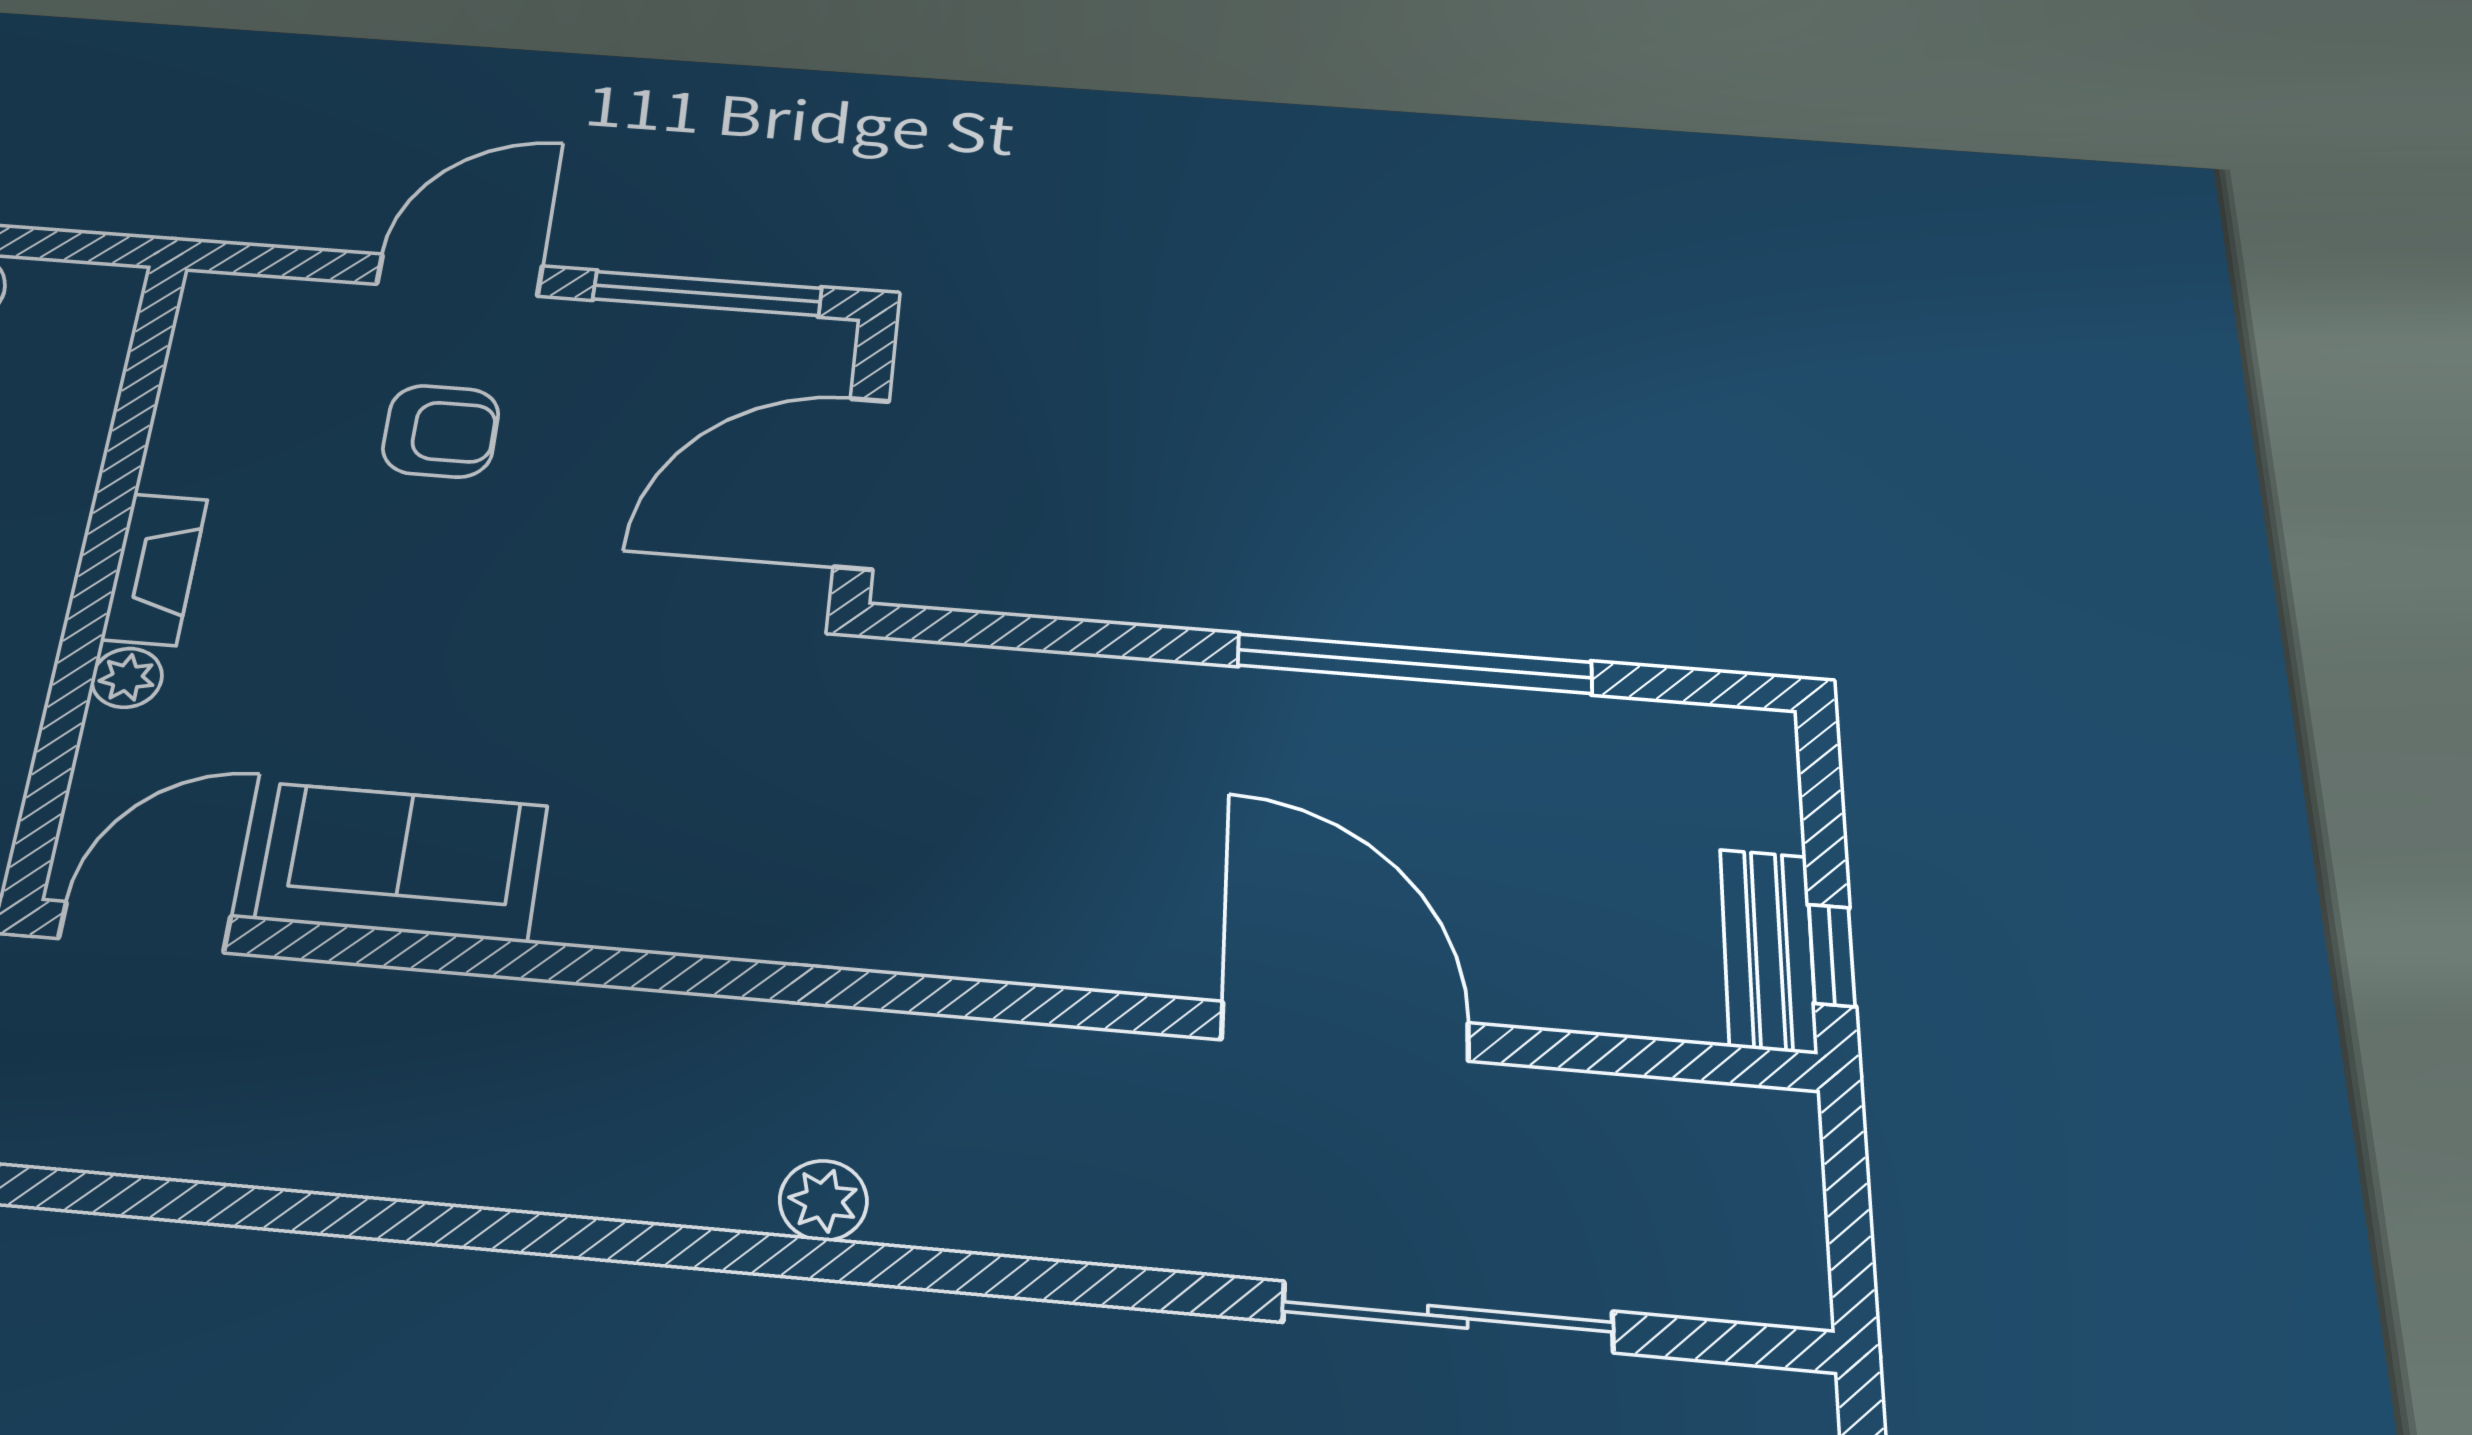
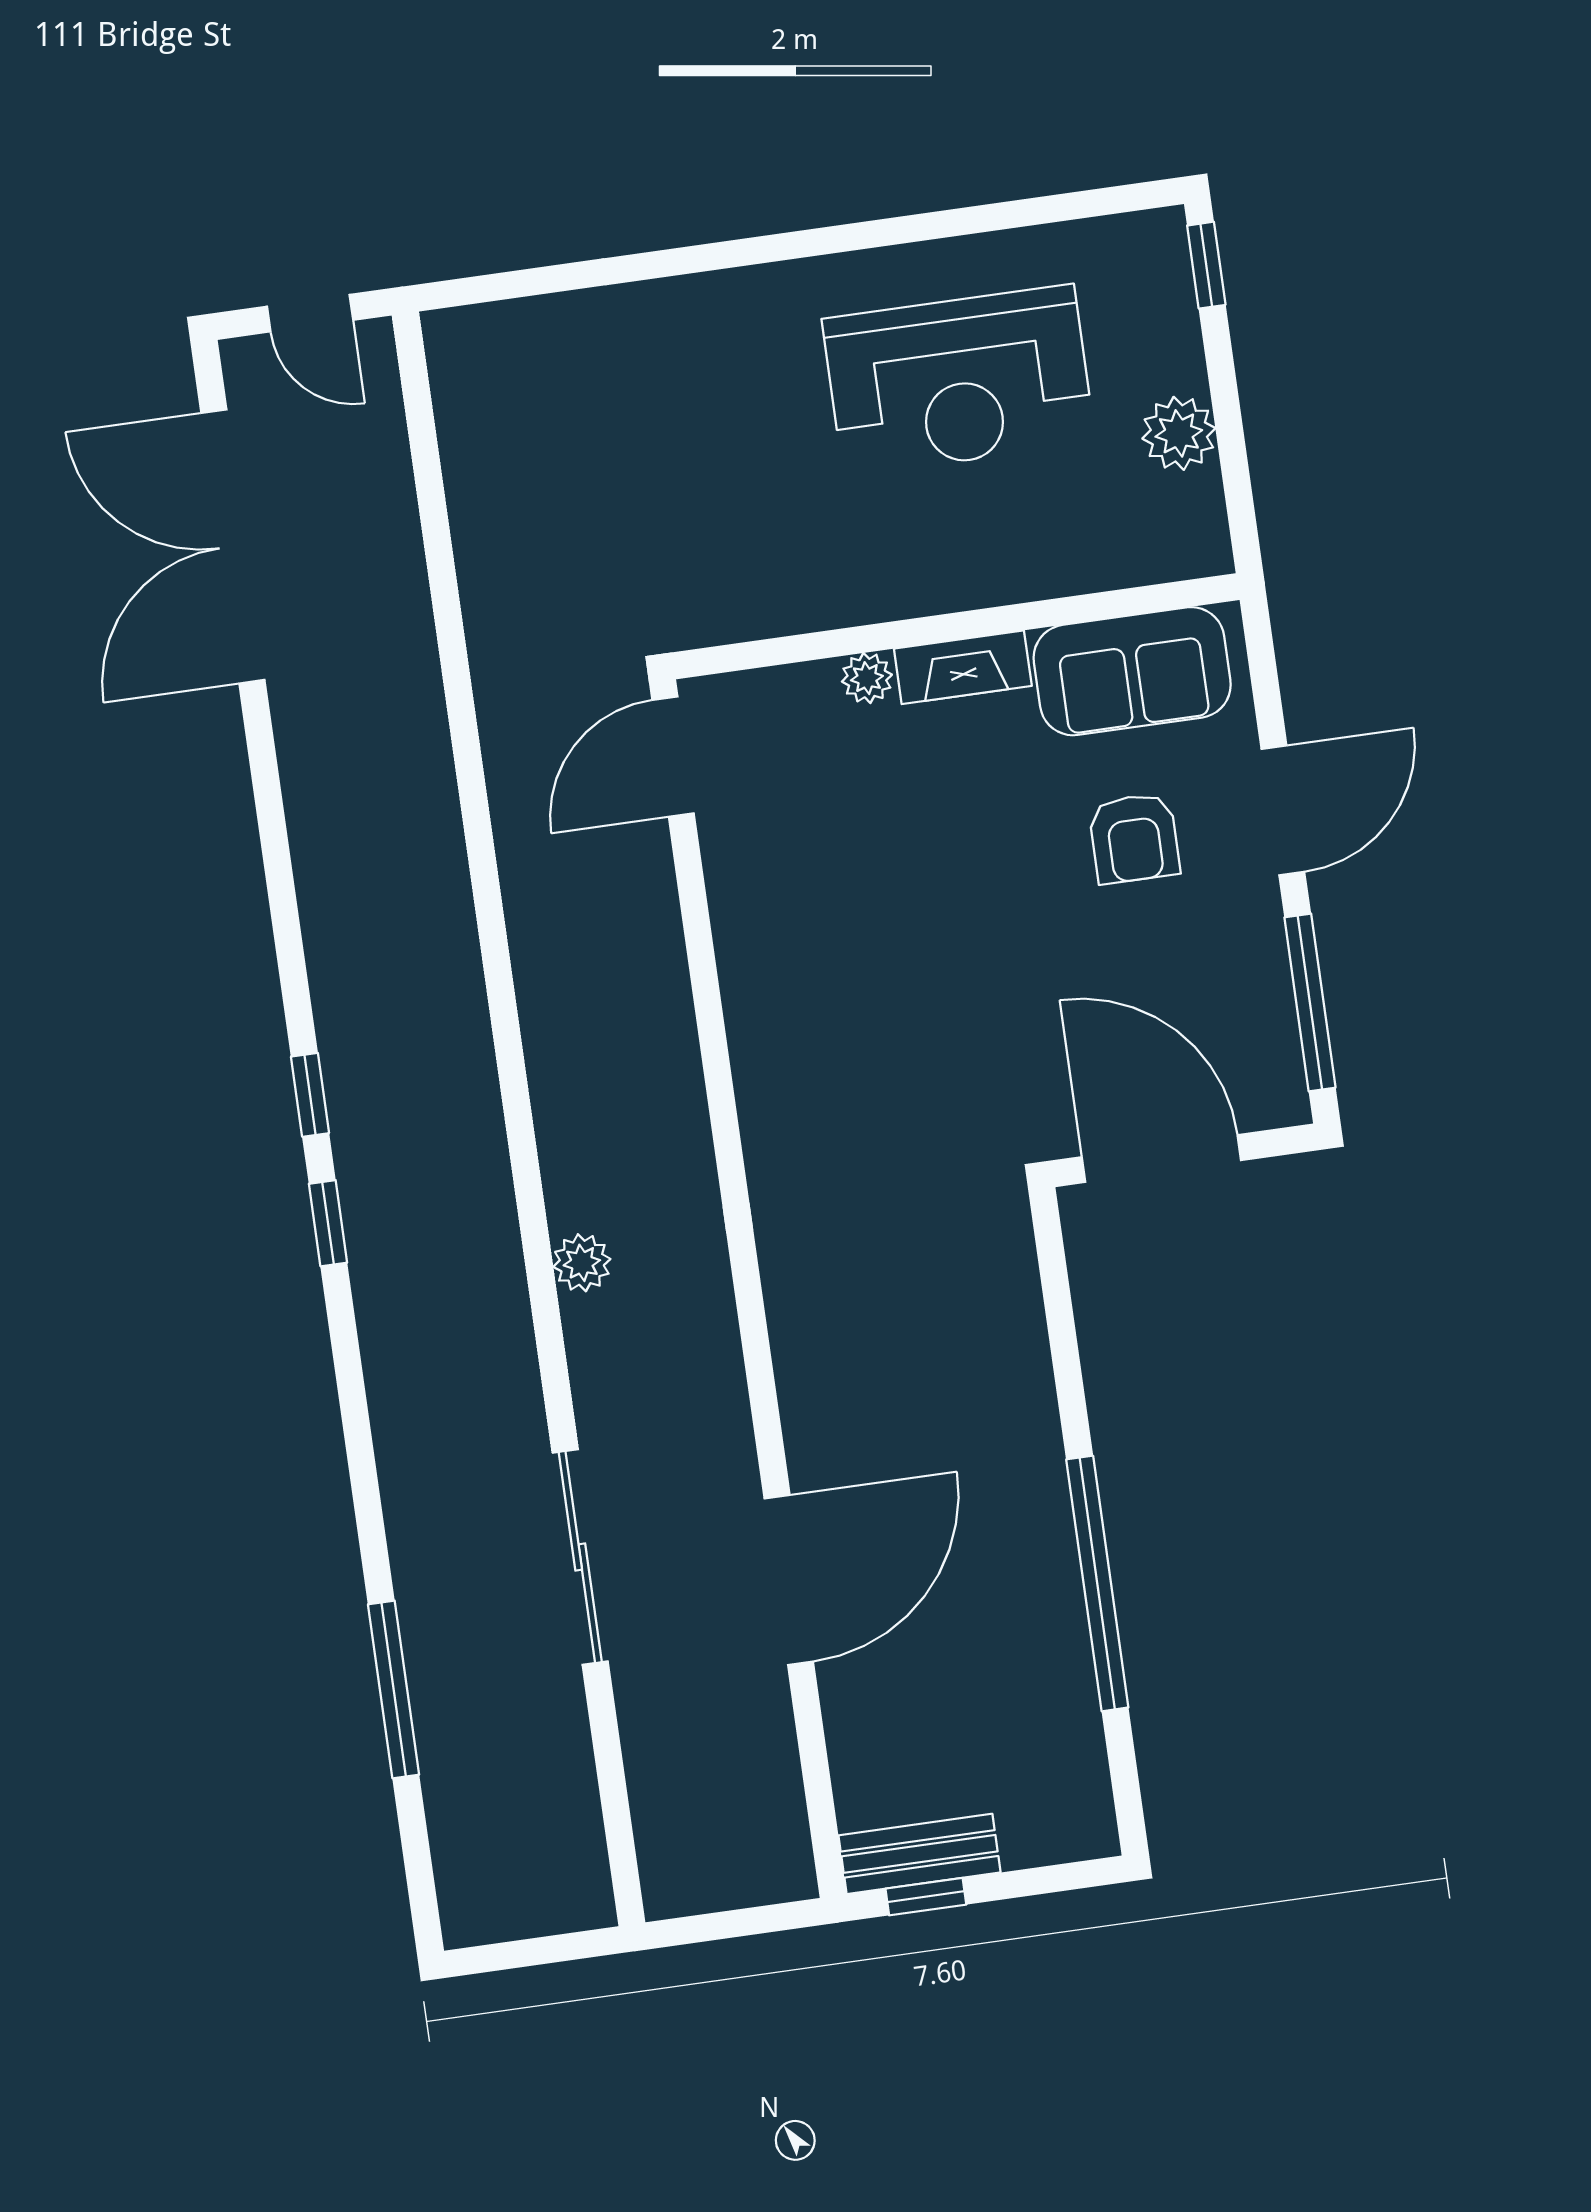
door: (460, 275) -> (1283, 810), hinge flipped
sofa: (402, 862) -> (1132, 671), moved, turned 90
door: (145, 927) -> (673, 757), swing flipped
sliding door: (1448, 1317) -> (580, 1557), moved

